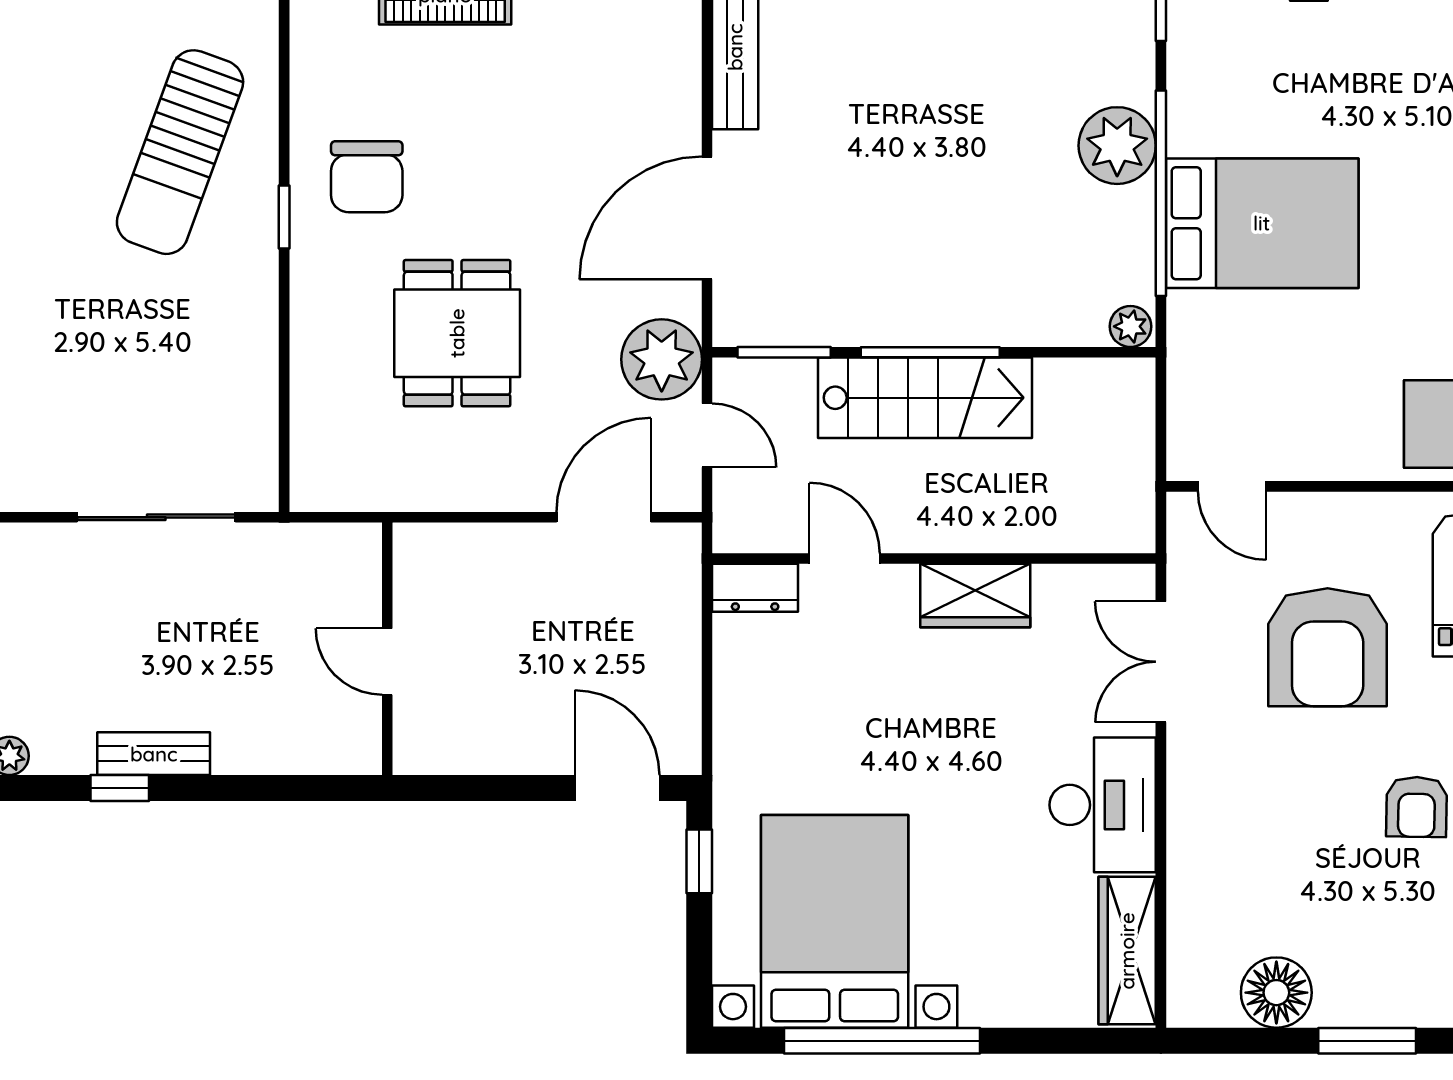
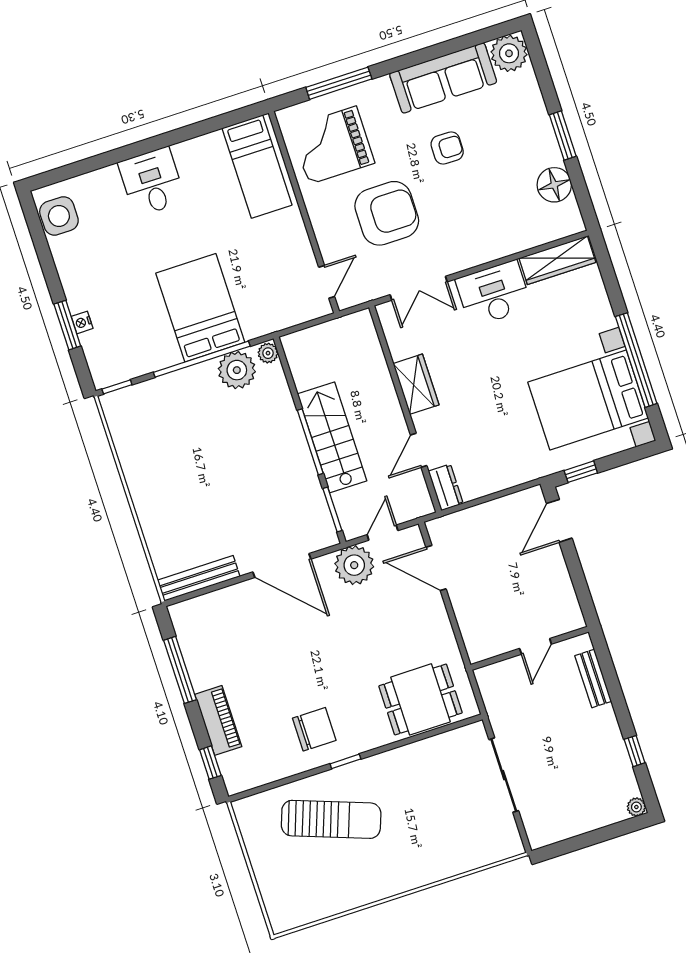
plant: (1117, 146) -> (237, 370), moved
dining table: (457, 333) -> (421, 699), moved
bench: (154, 754) -> (593, 678), moved

